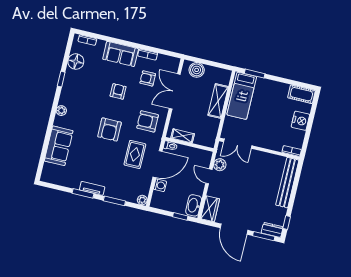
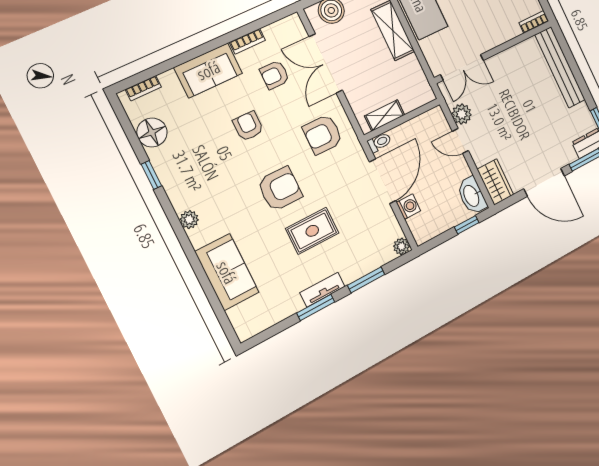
armchair: (110, 130) -> (280, 189), turned -90
rug: (135, 154) -> (312, 231), moved, turned 90

